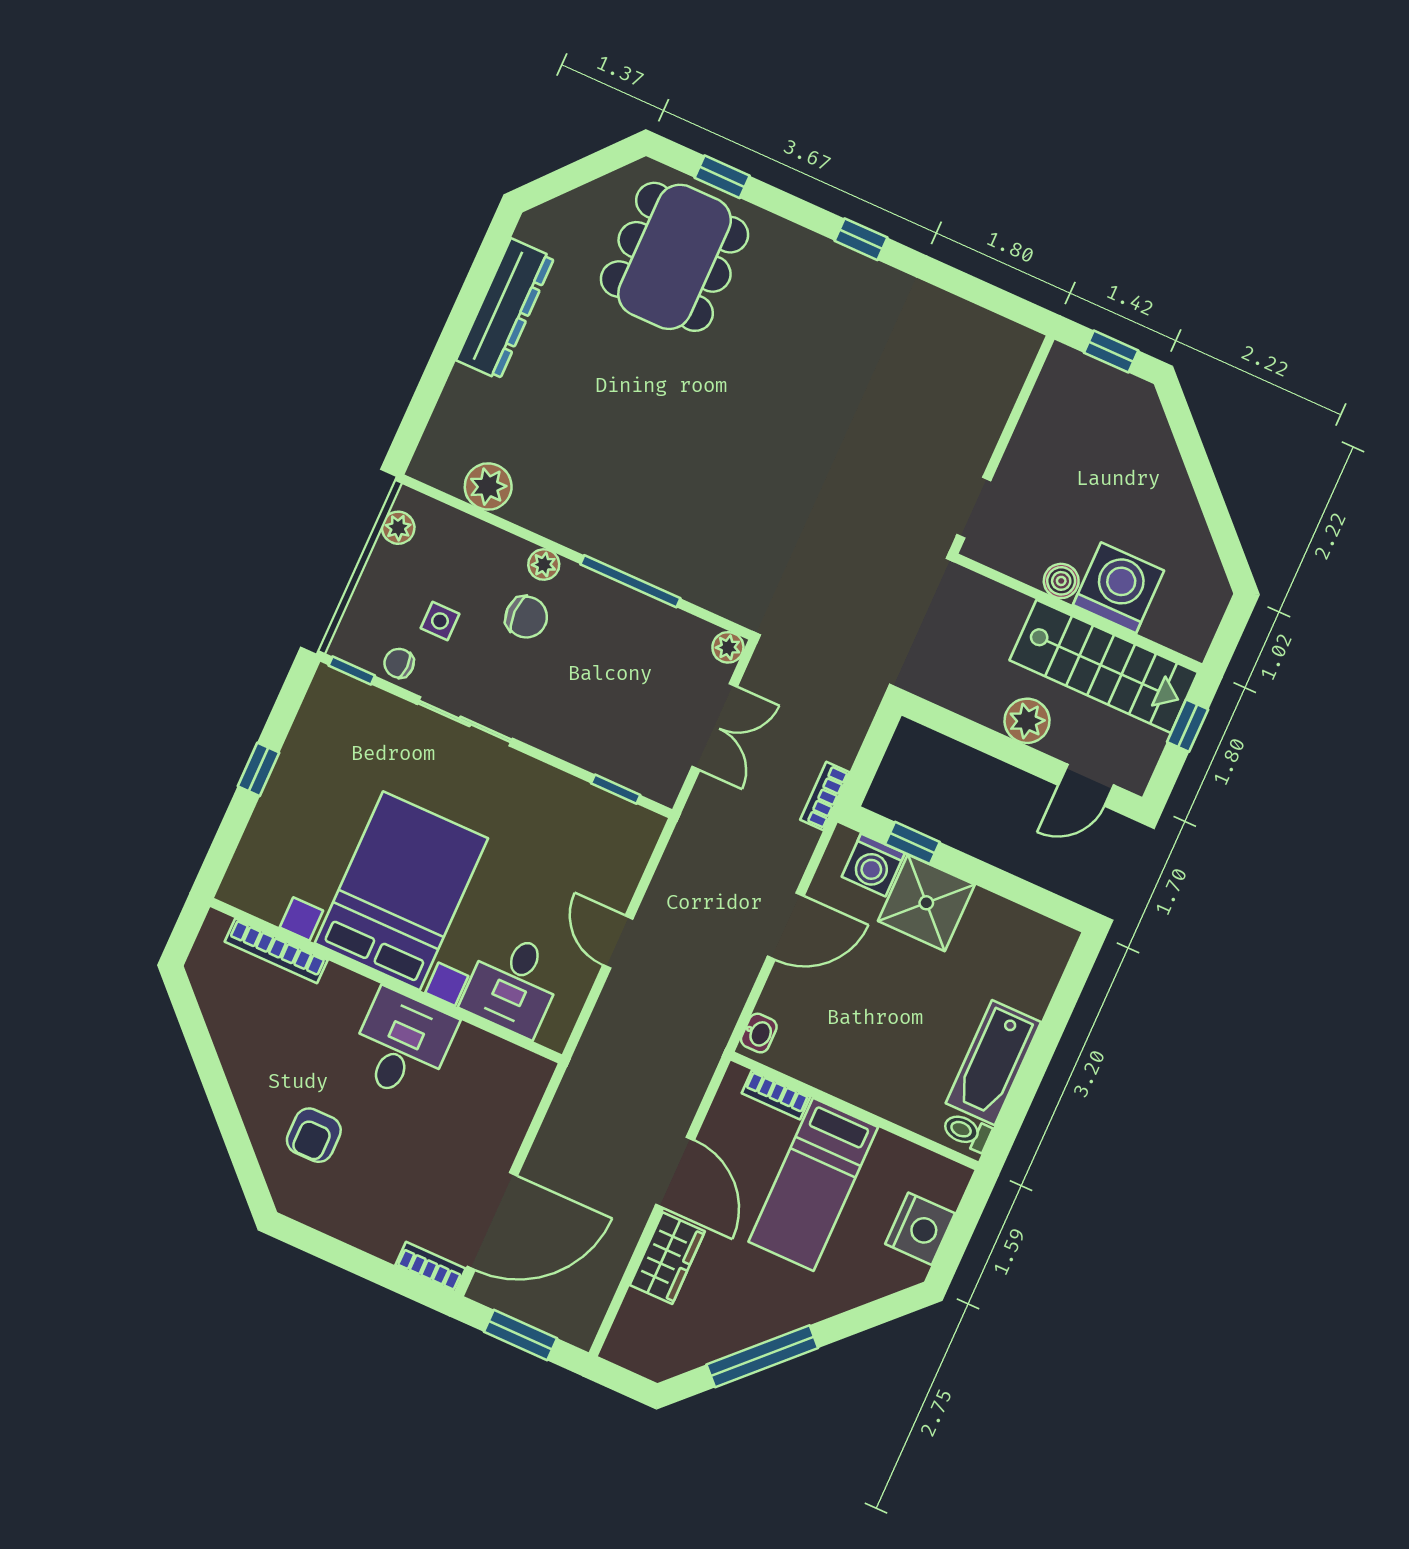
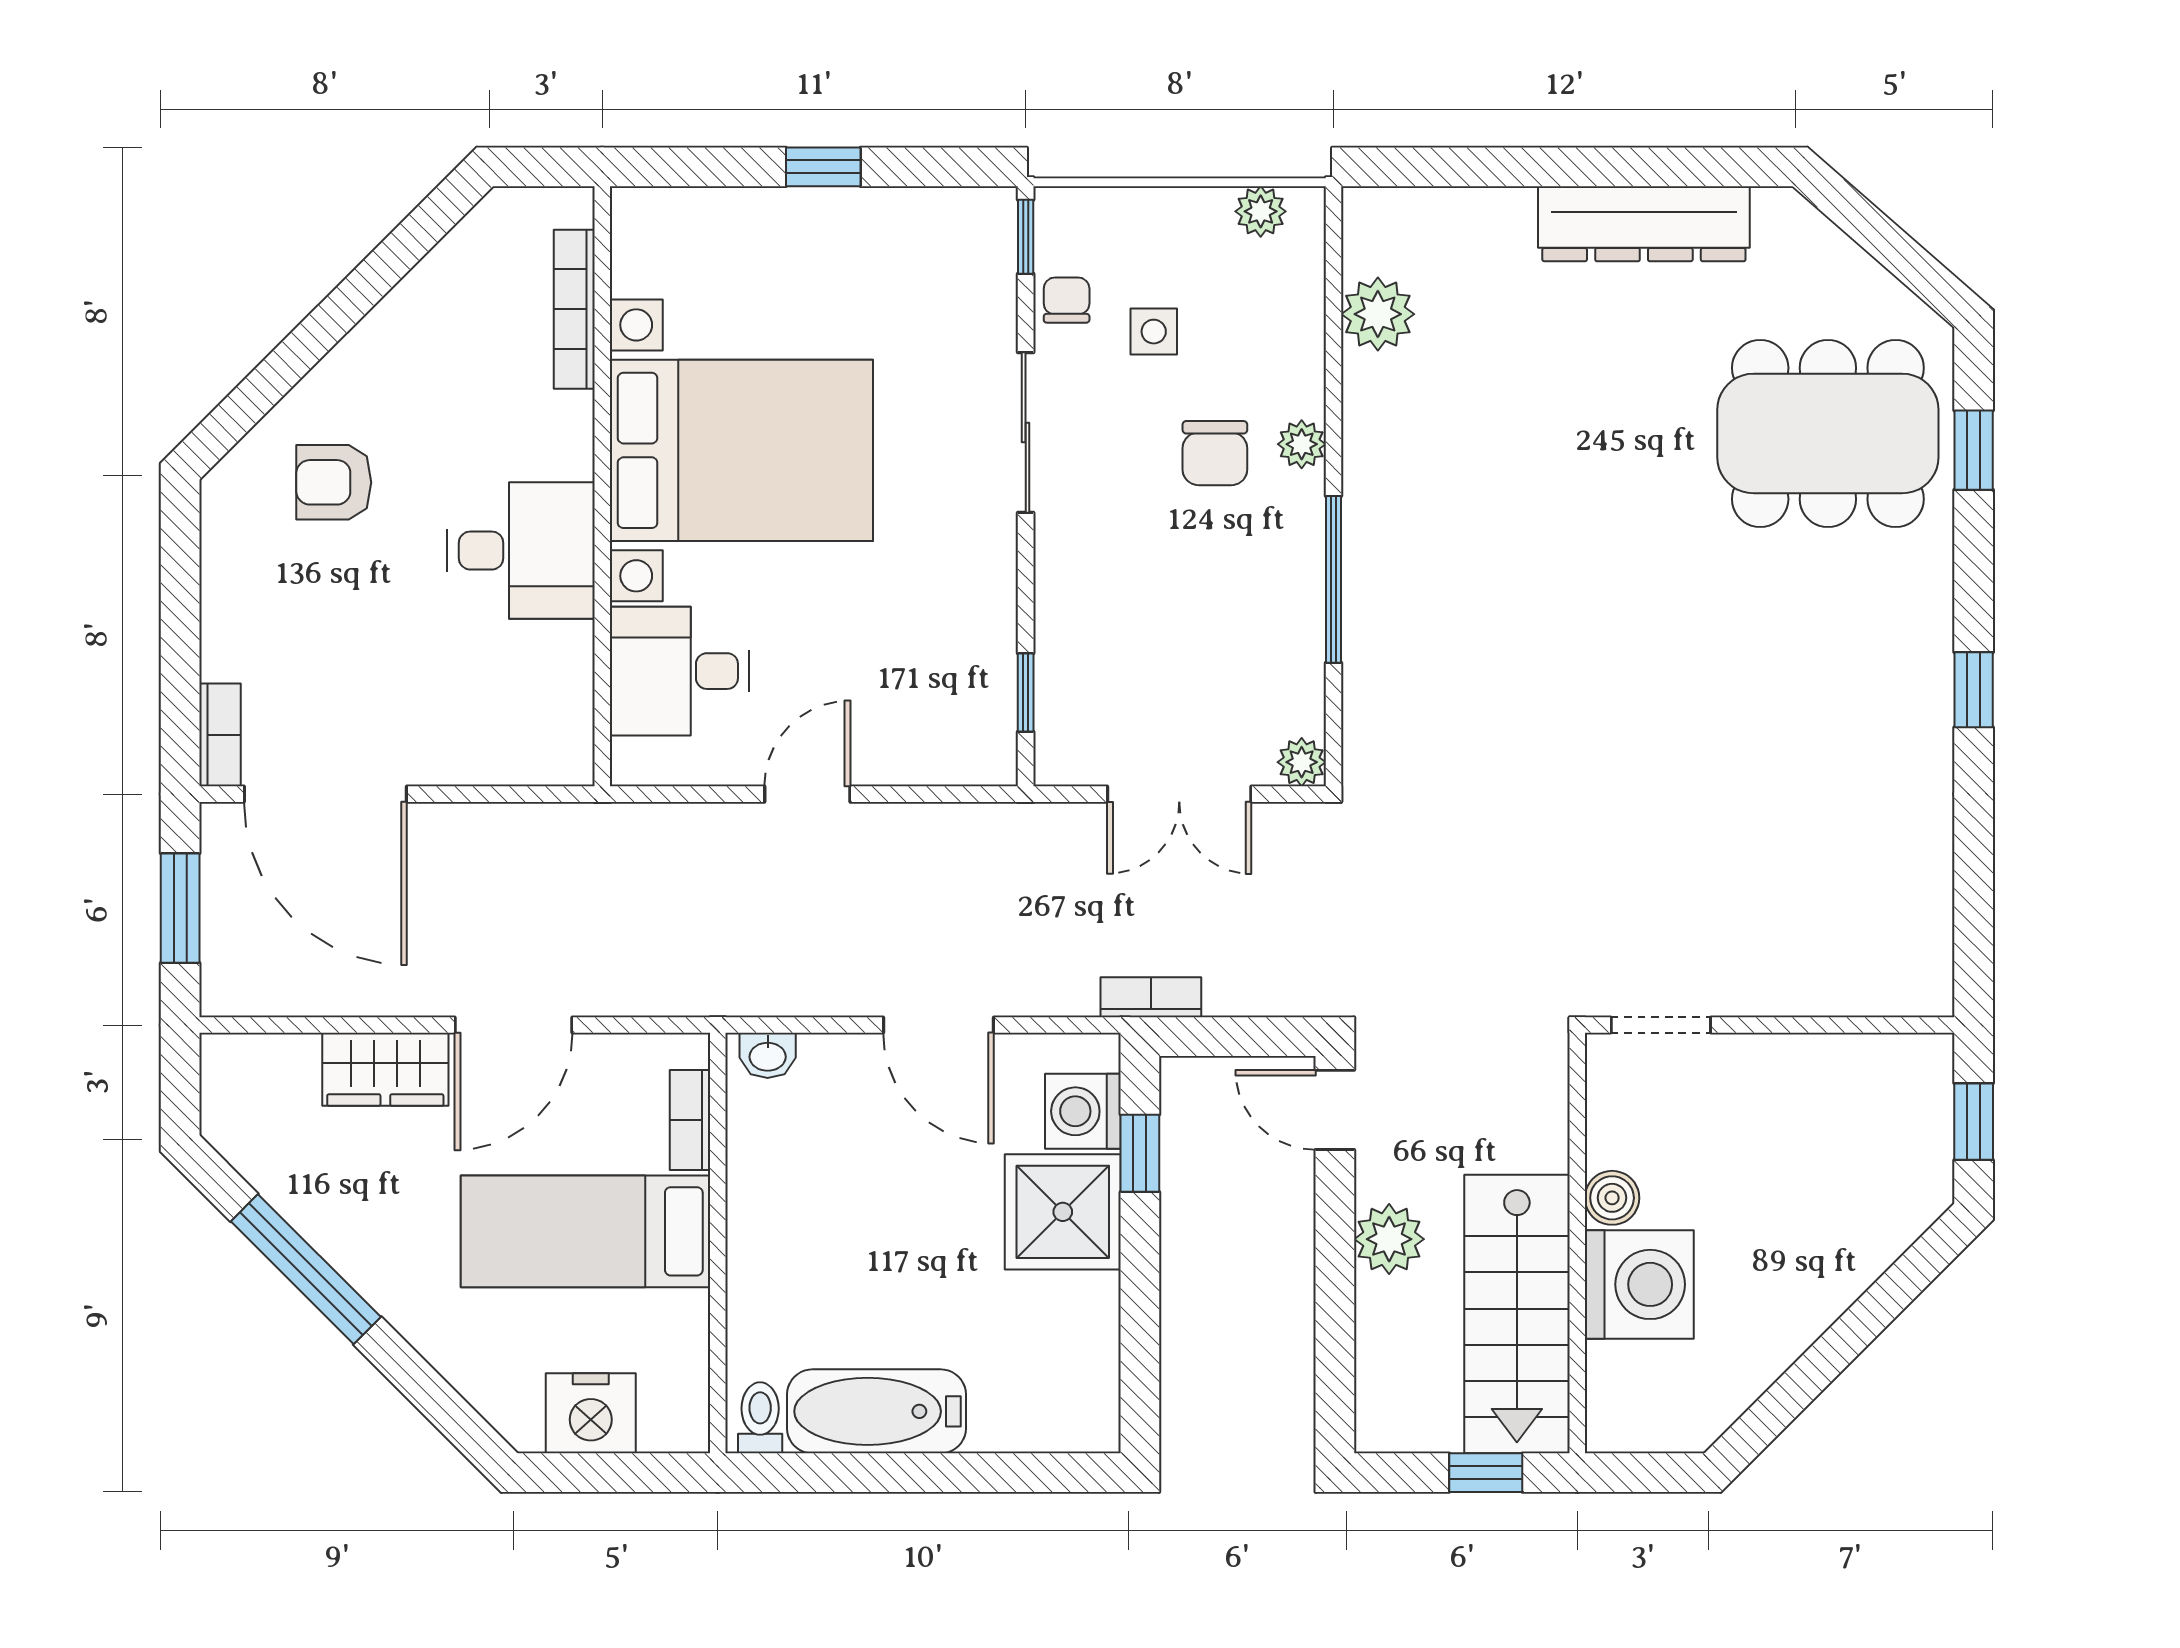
door: (1086, 785) -> (1335, 1110), moved

